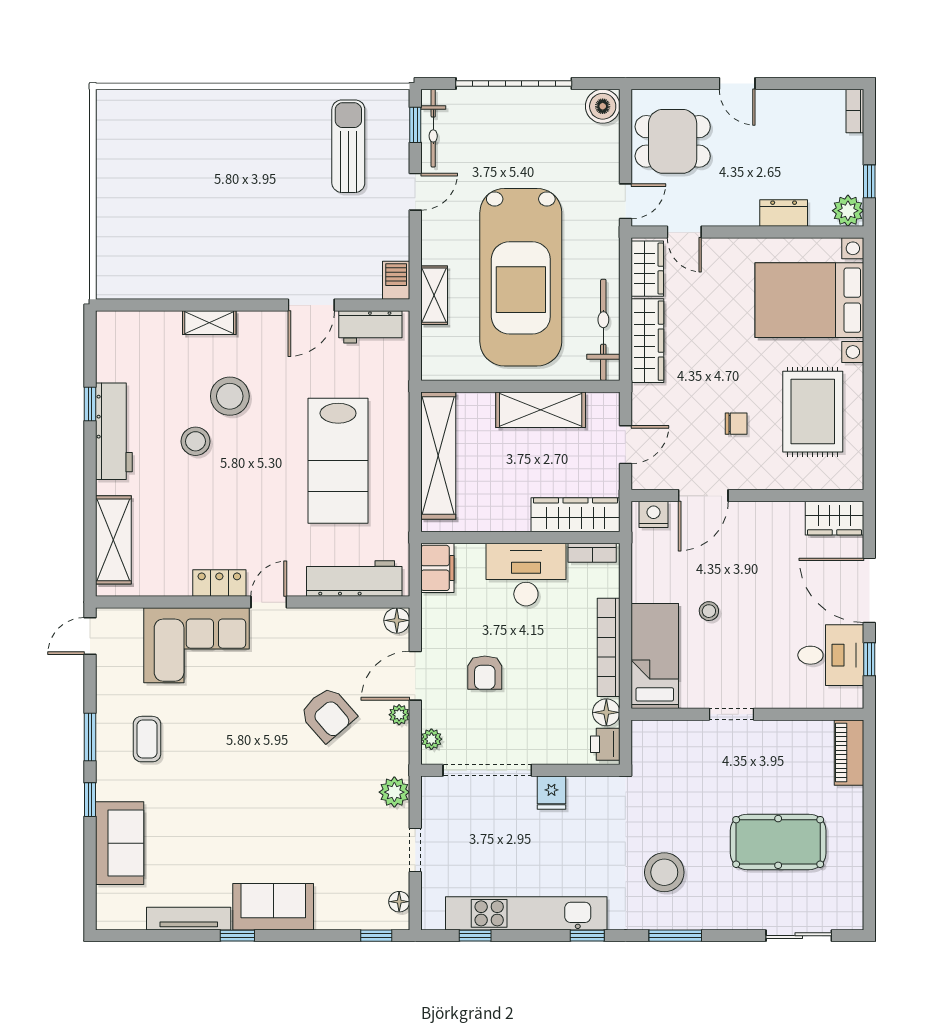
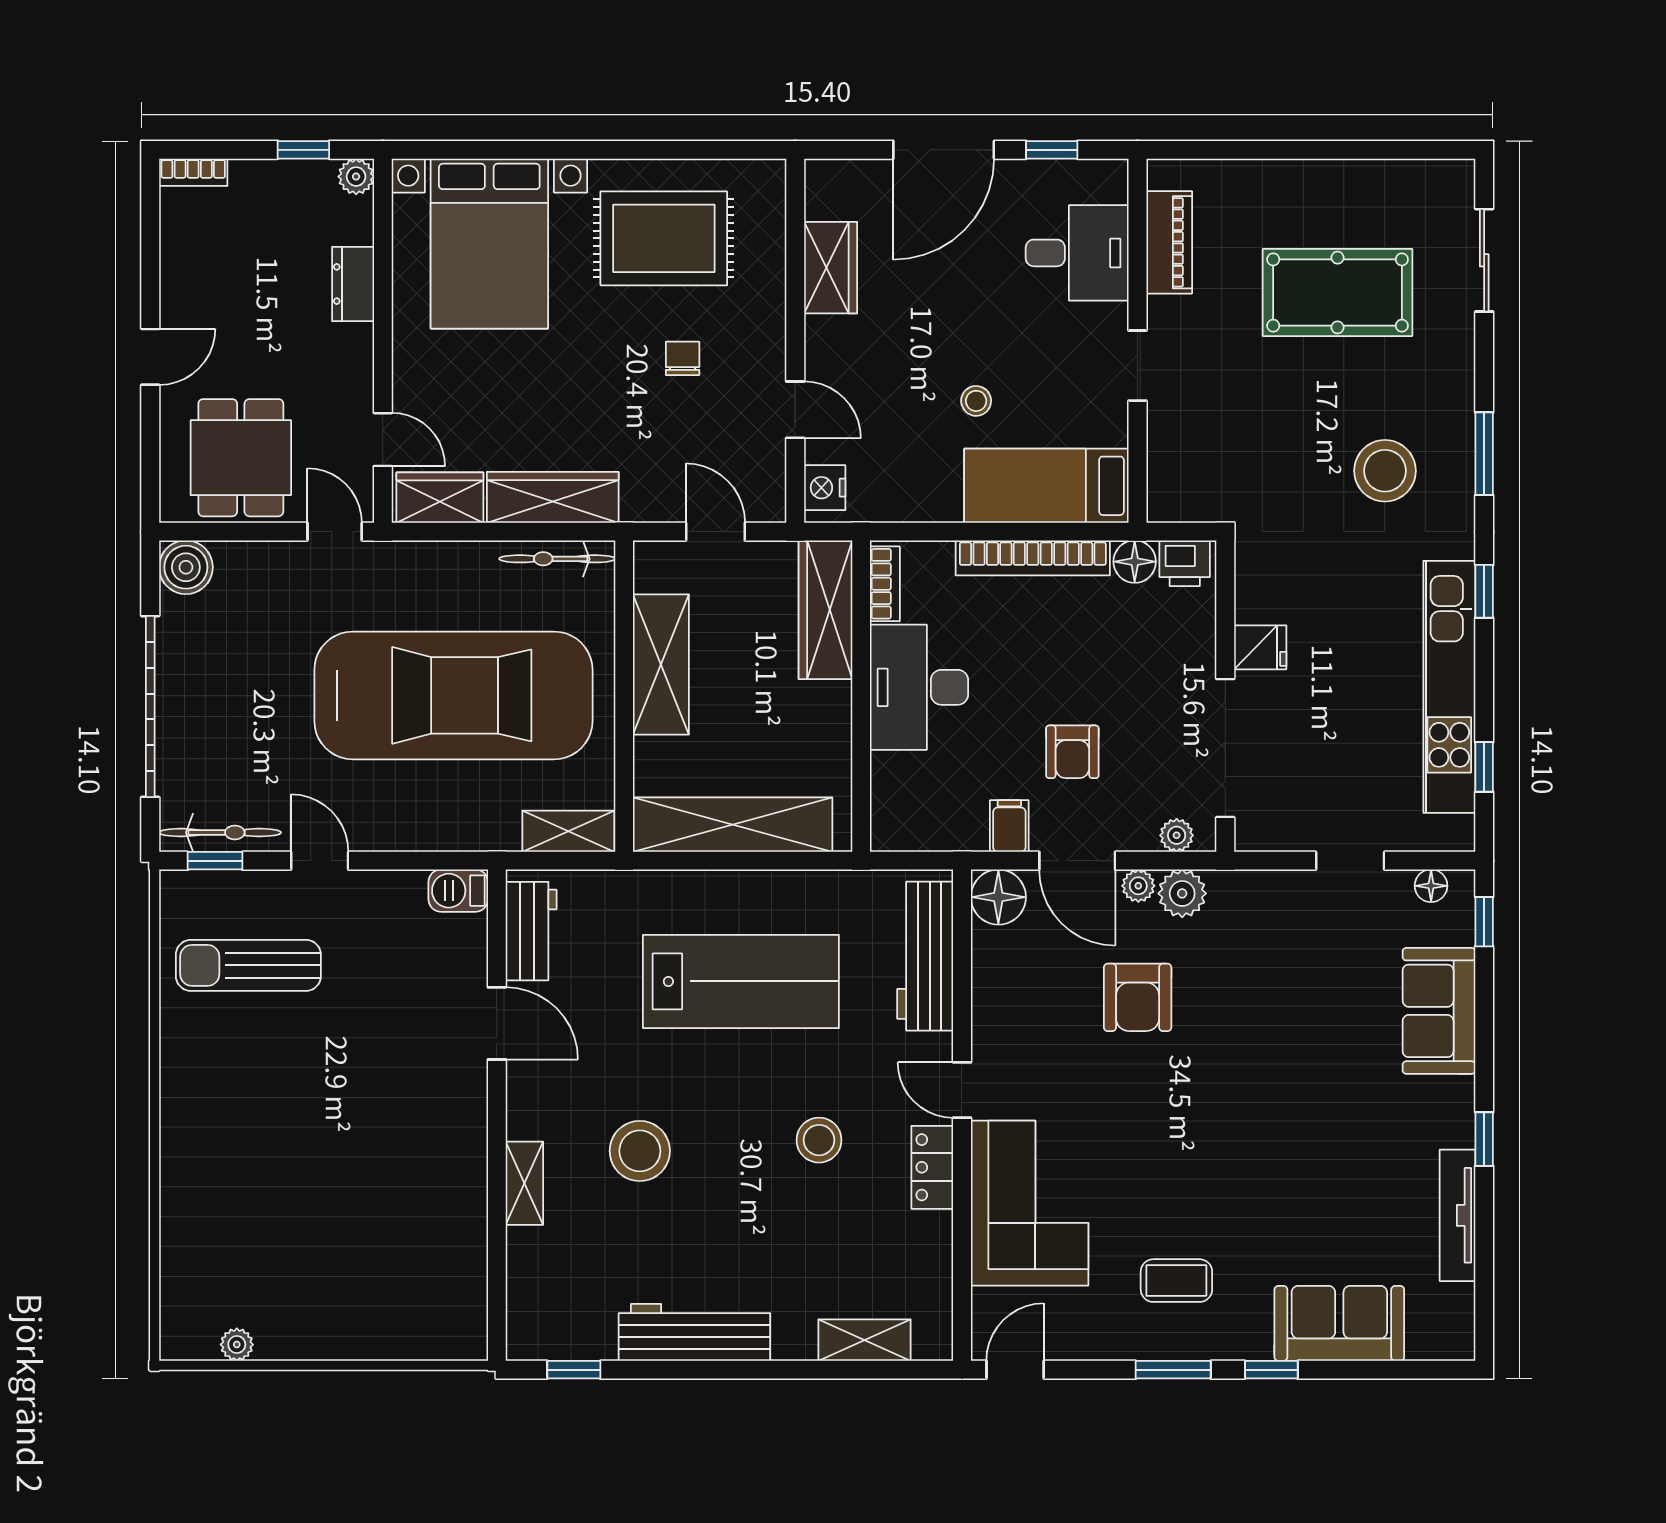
plant: (106, 139) -> (237, 1345), added
plant: (848, 211) -> (356, 177), width x0.73, depth x0.73
door: (684, 232) -> (383, 440), hinge flipped
shelving: (434, 295) -> (568, 831), moved
bicycle: (603, 330) -> (557, 559), width x0.73, depth x0.71
window: (90, 404) -> (574, 1370), moved
stool: (195, 441) -> (819, 1140), moved
door: (703, 496) -> (795, 410), width x0.73
wardrobe: (835, 518) -> (831, 268), moved
shelving: (113, 540) -> (865, 1340), width x0.67, depth x0.75
filing cabinet: (437, 568) -> (1009, 826), moved, width x0.50
floor lamp: (397, 620) -> (998, 897), width x1.38, depth x1.38
door: (90, 636) -> (1015, 1370), swing flipped
desk: (831, 655) -> (1077, 253), moved, turned 90
armchair: (485, 673) -> (1072, 752), turned 90
armchair: (328, 714) -> (1138, 997), turned 131
piano: (849, 753) -> (1169, 242), moved, turned -90
plant: (394, 792) -> (1182, 893), moved
pool table: (778, 842) -> (1338, 293), turned 90
sofa: (273, 907) -> (1439, 1011), moved

